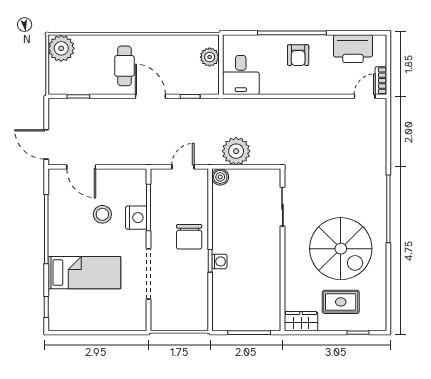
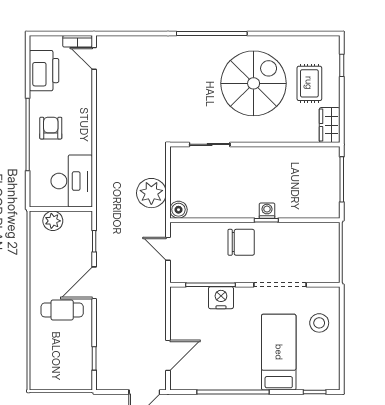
plant: (61, 48) -> (44, 376), removed
armchair: (298, 55) -> (51, 128), turned -90
desk: (241, 75) -> (72, 181), width x1.37
stool: (102, 214) -> (319, 323), moved

